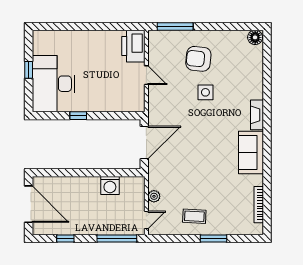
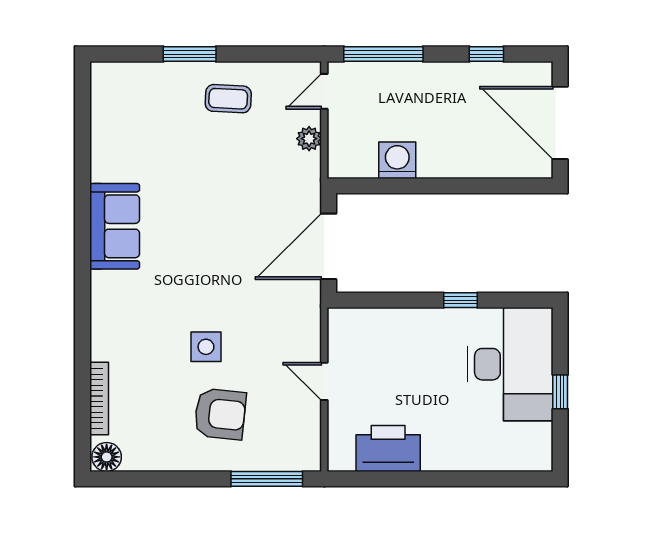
printer: (133, 46) -> (388, 449), moved, turned -90
fireplace: (257, 115) -> (103, 302), removed
bookcase: (259, 205) -> (99, 399), moved

